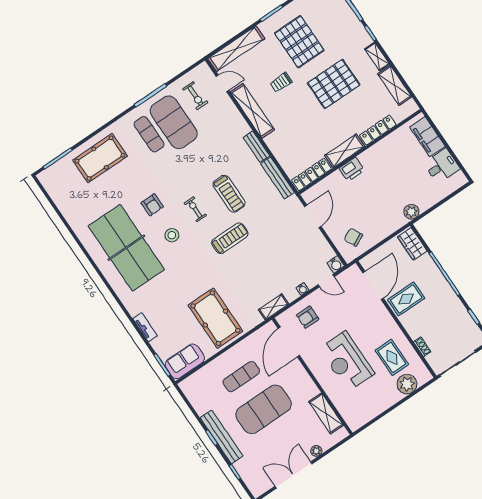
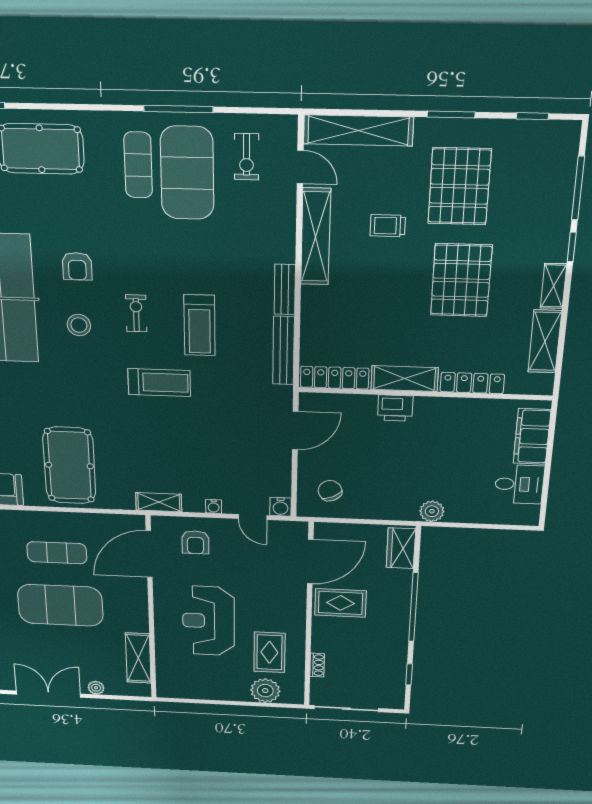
pallet: (334, 84) -> (461, 280), turned 90
armchair: (308, 317) -> (195, 542), turned -90

